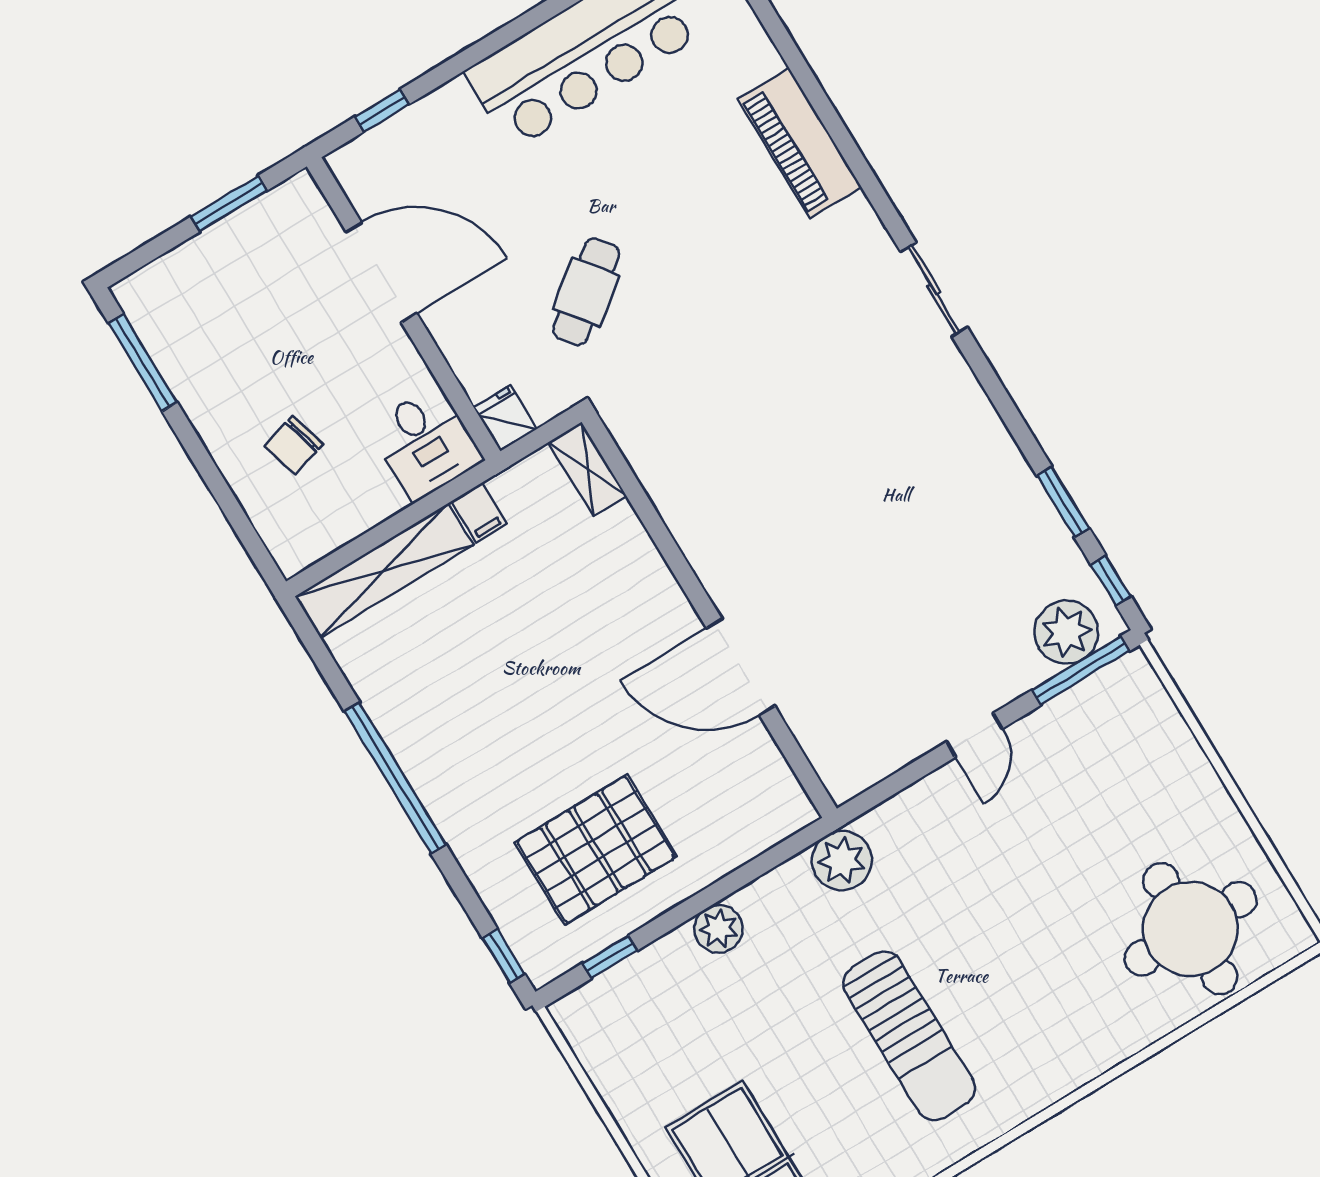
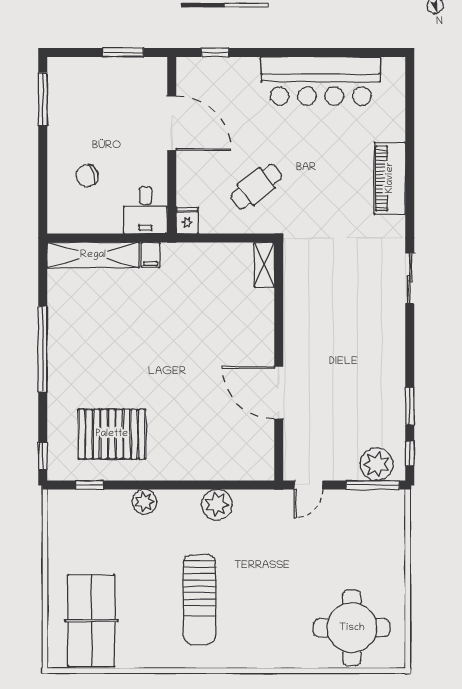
shelving: (588, 469) -> (264, 265), moved
wall: (709, 615) -> (279, 362), moved
door: (741, 667) -> (279, 393), moved

